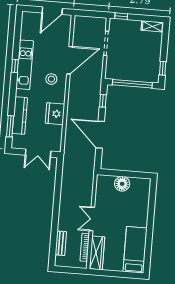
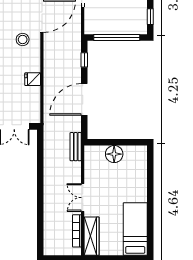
fridge: (55, 114) -> (33, 79), width x0.53, depth x0.75
door: (100, 135) -> (84, 99), hinge flipped
bench: (61, 243) -> (76, 147), moved

